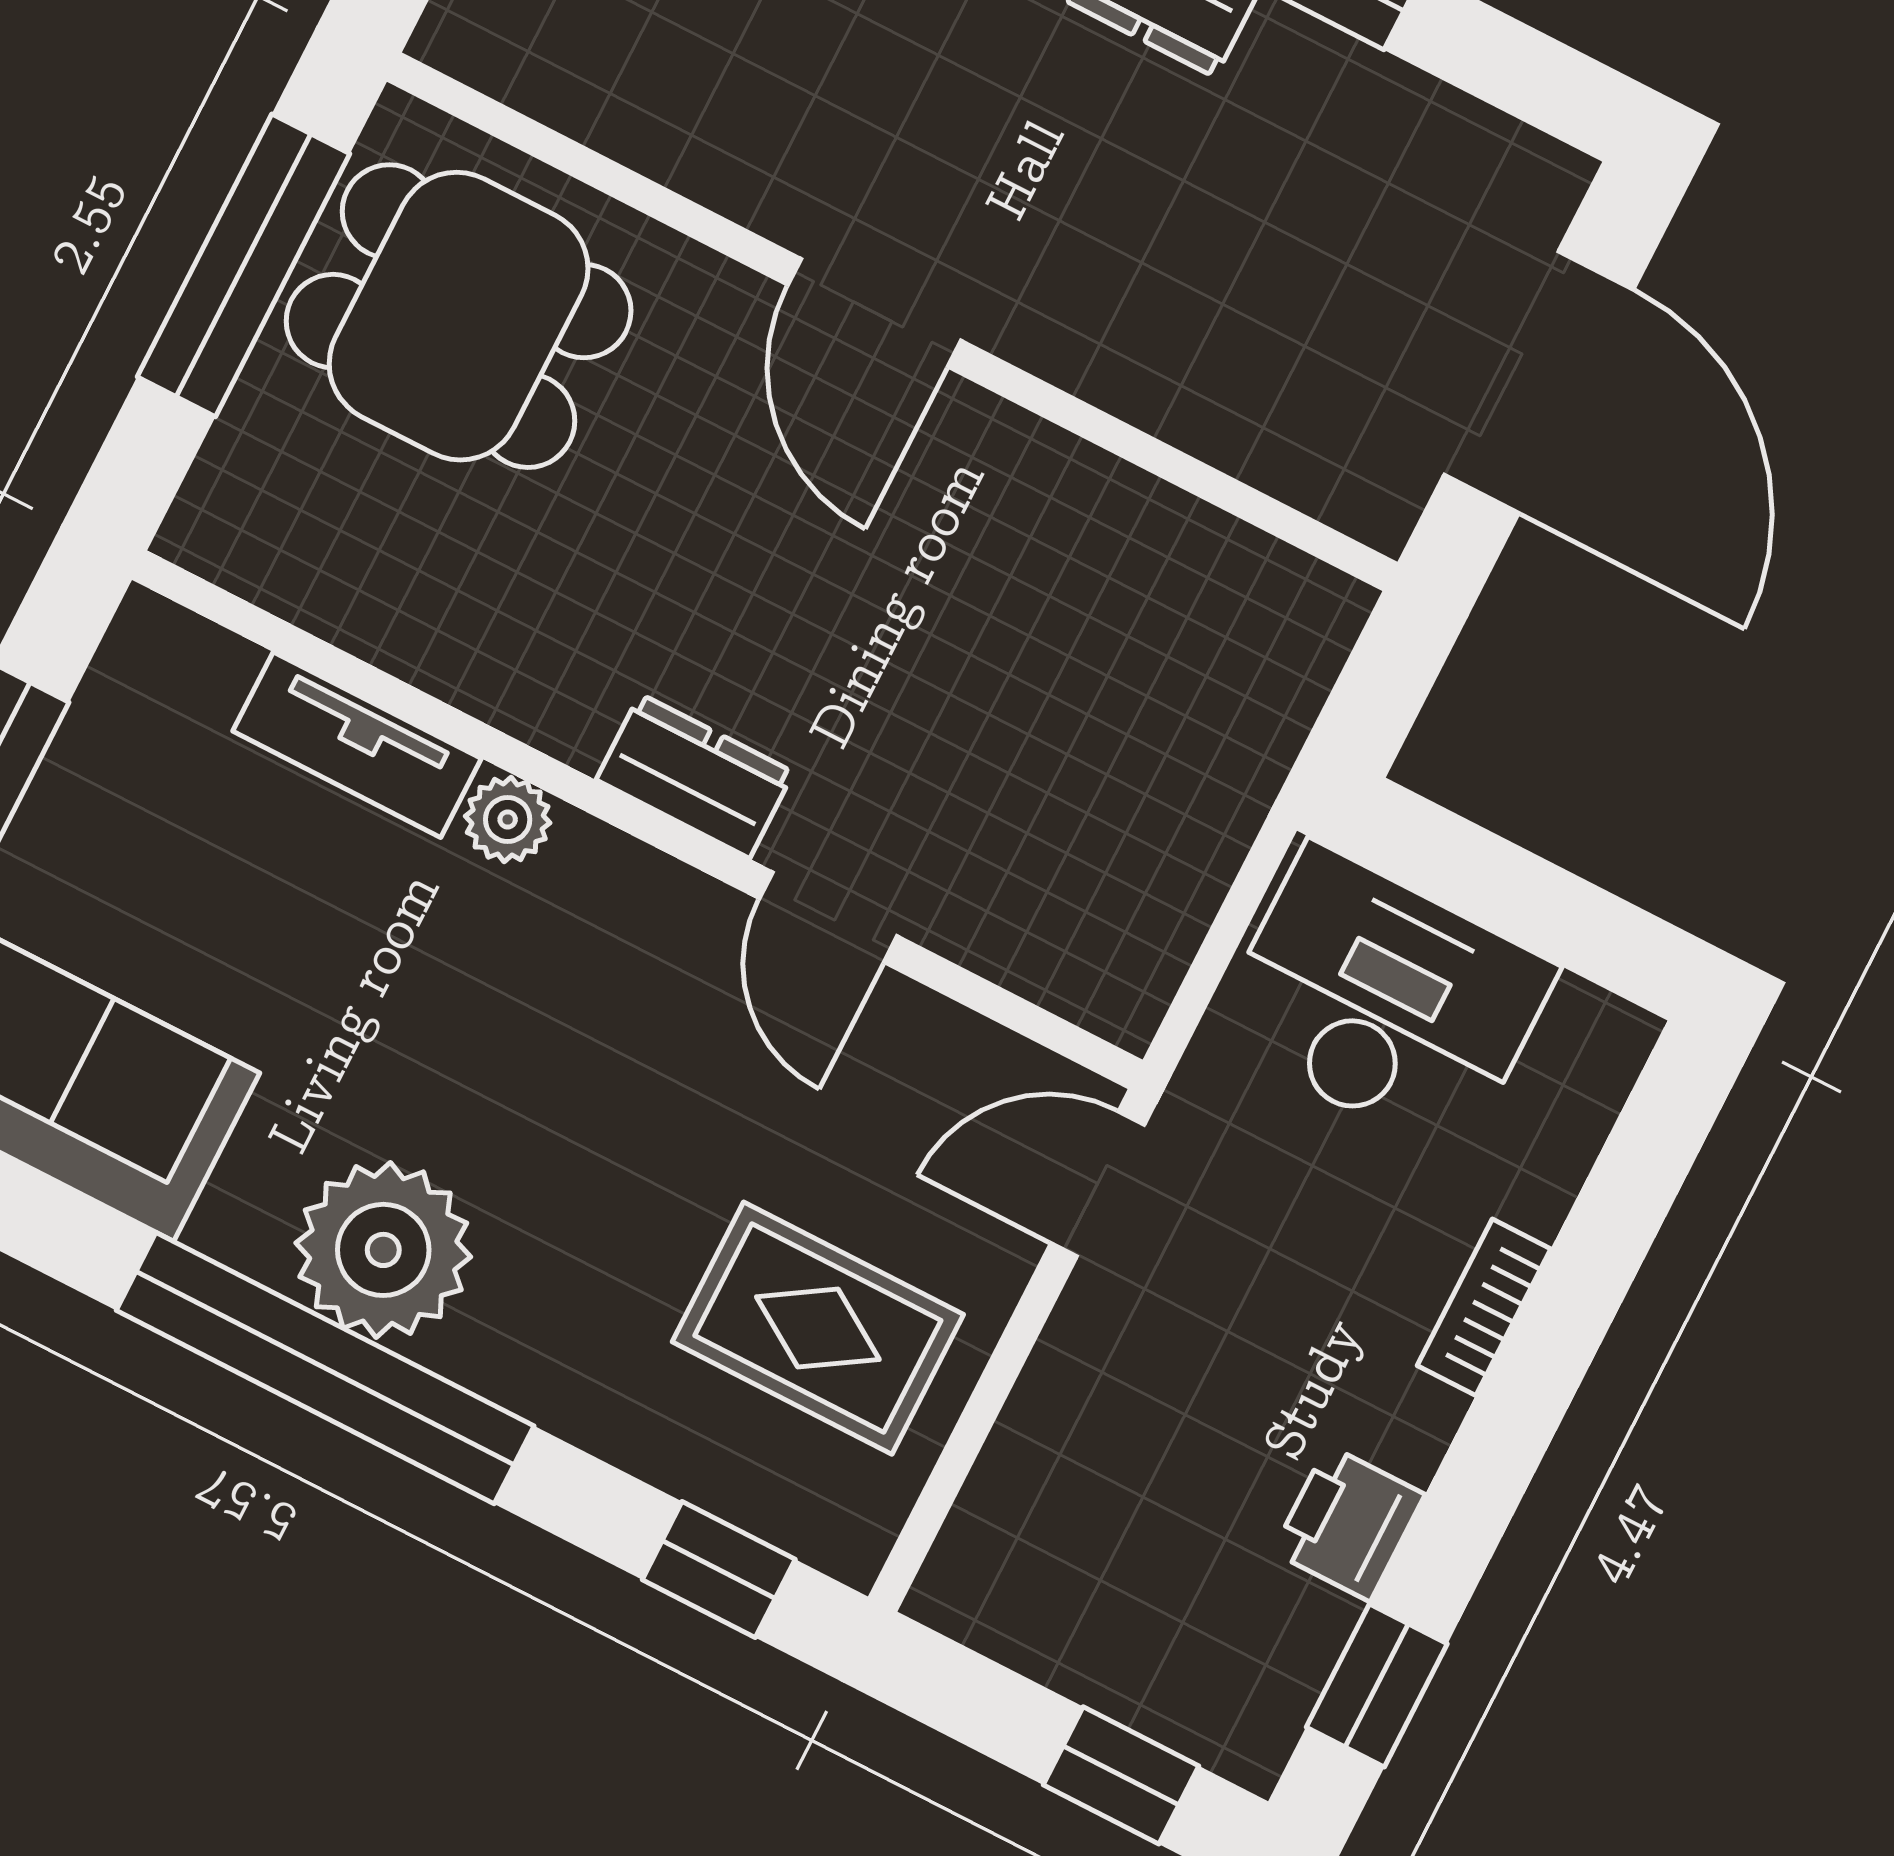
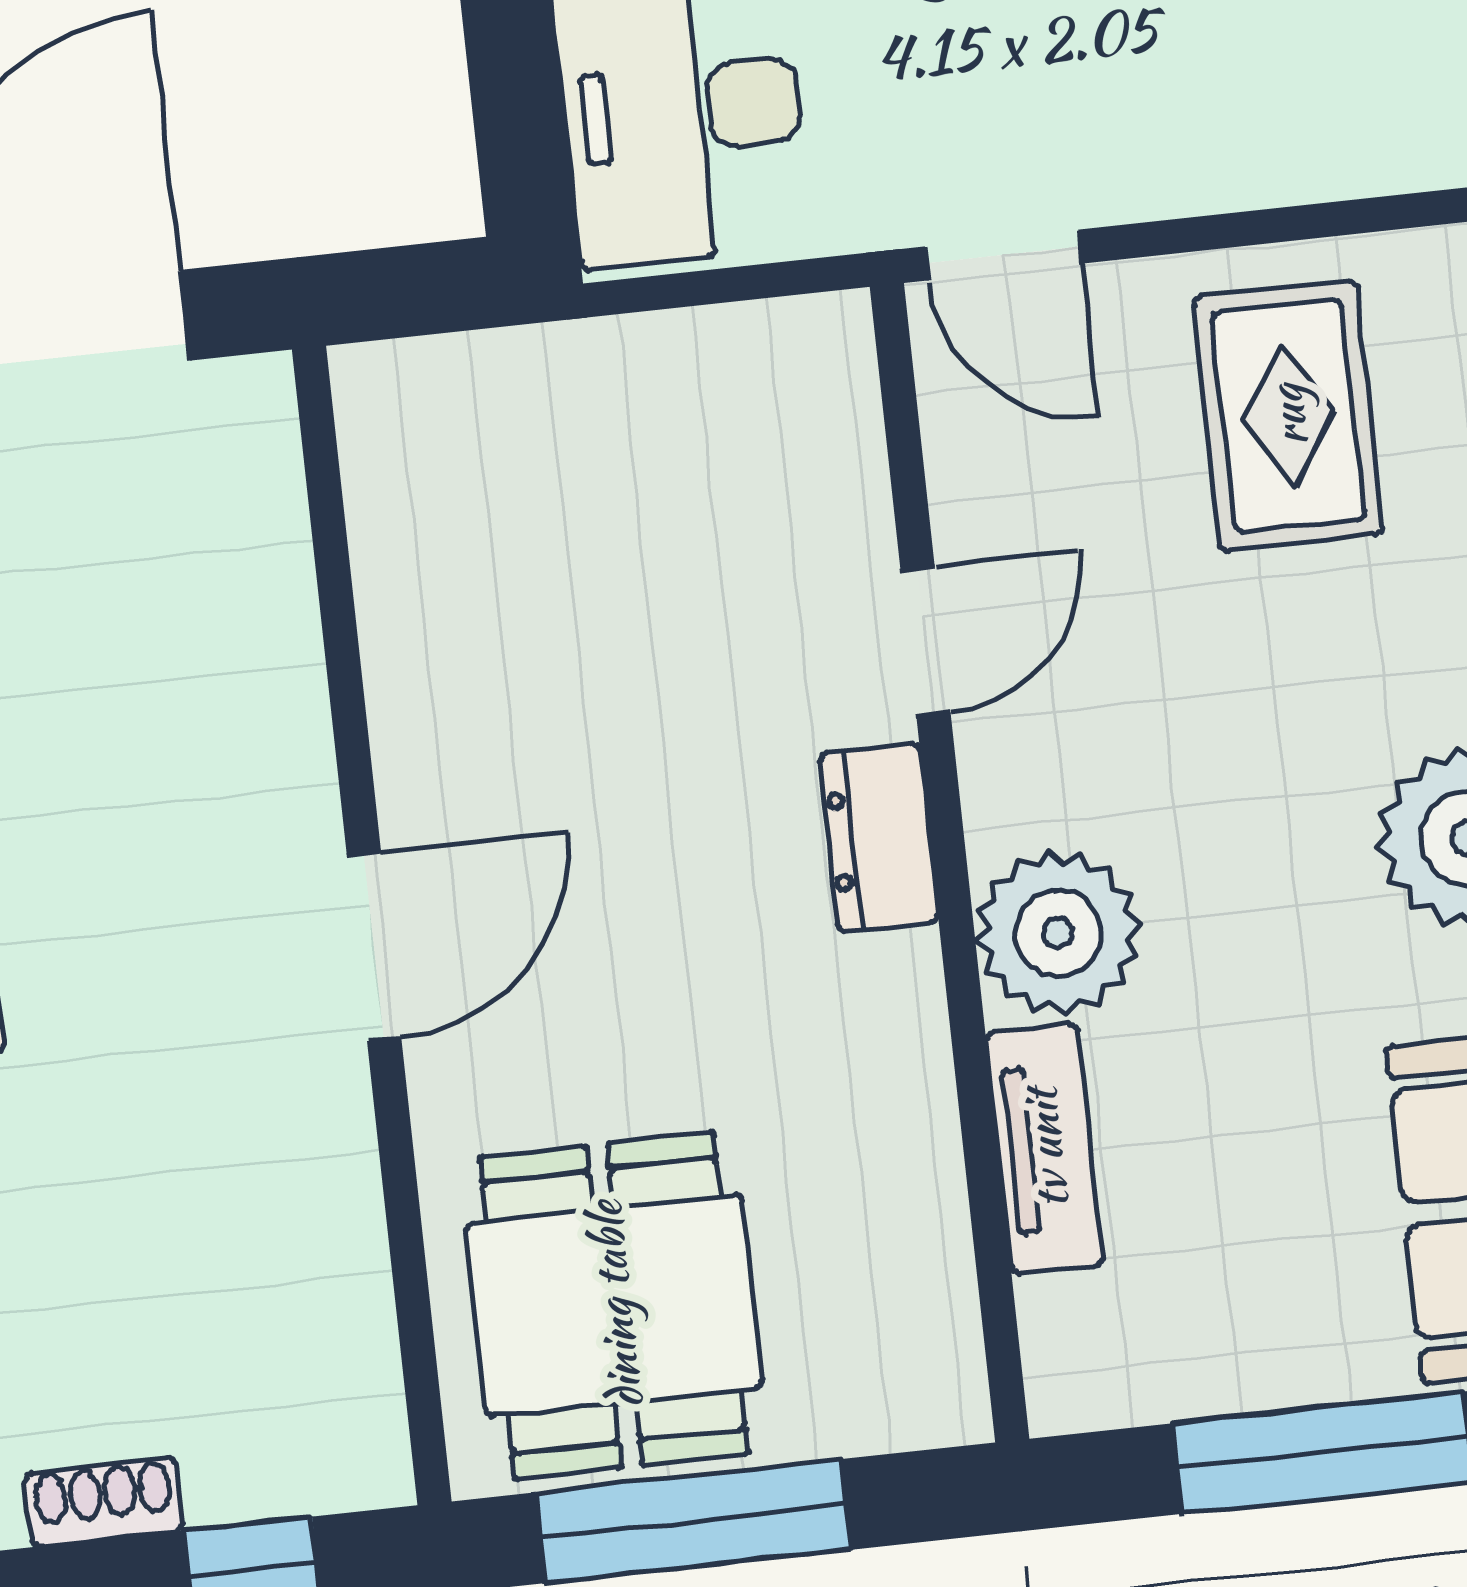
plant: (508, 820) -> (1058, 933), width x1.88, depth x1.88

